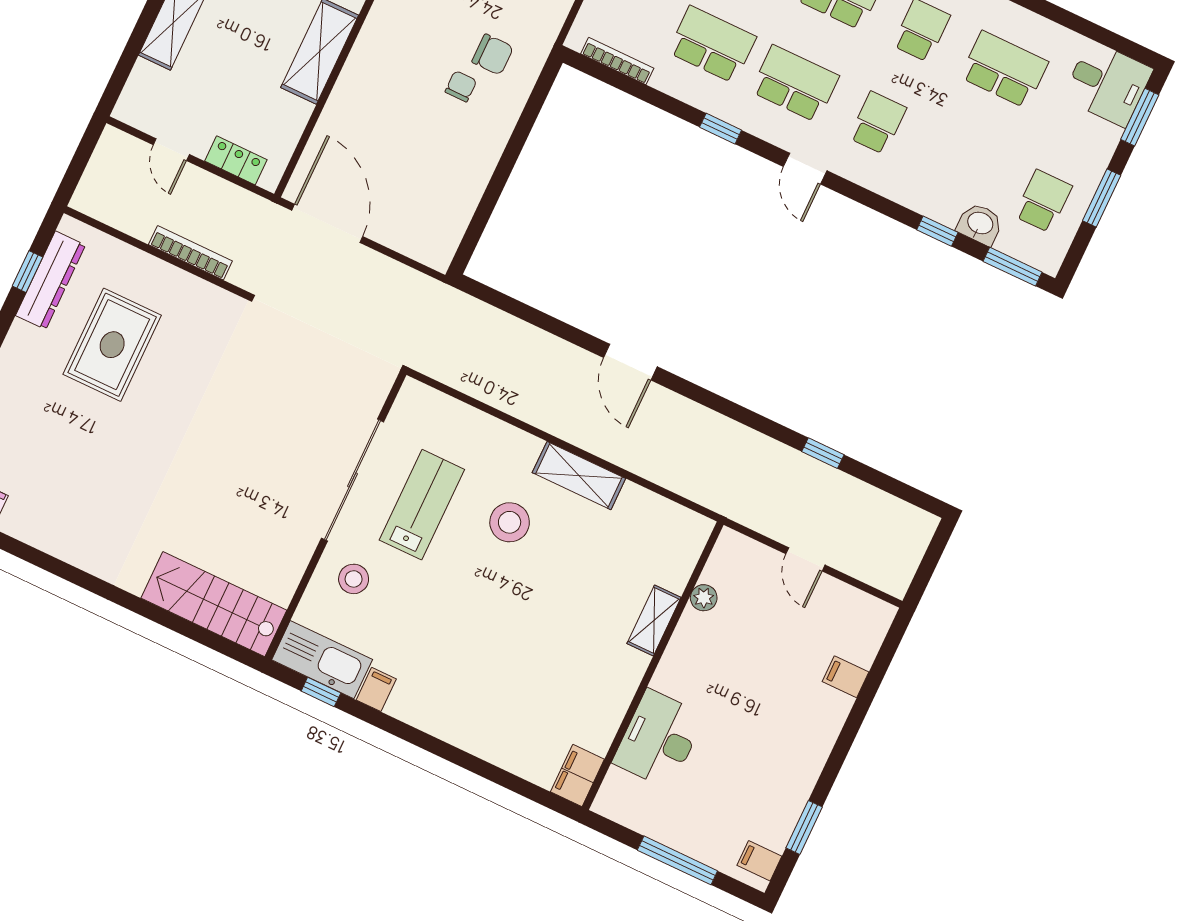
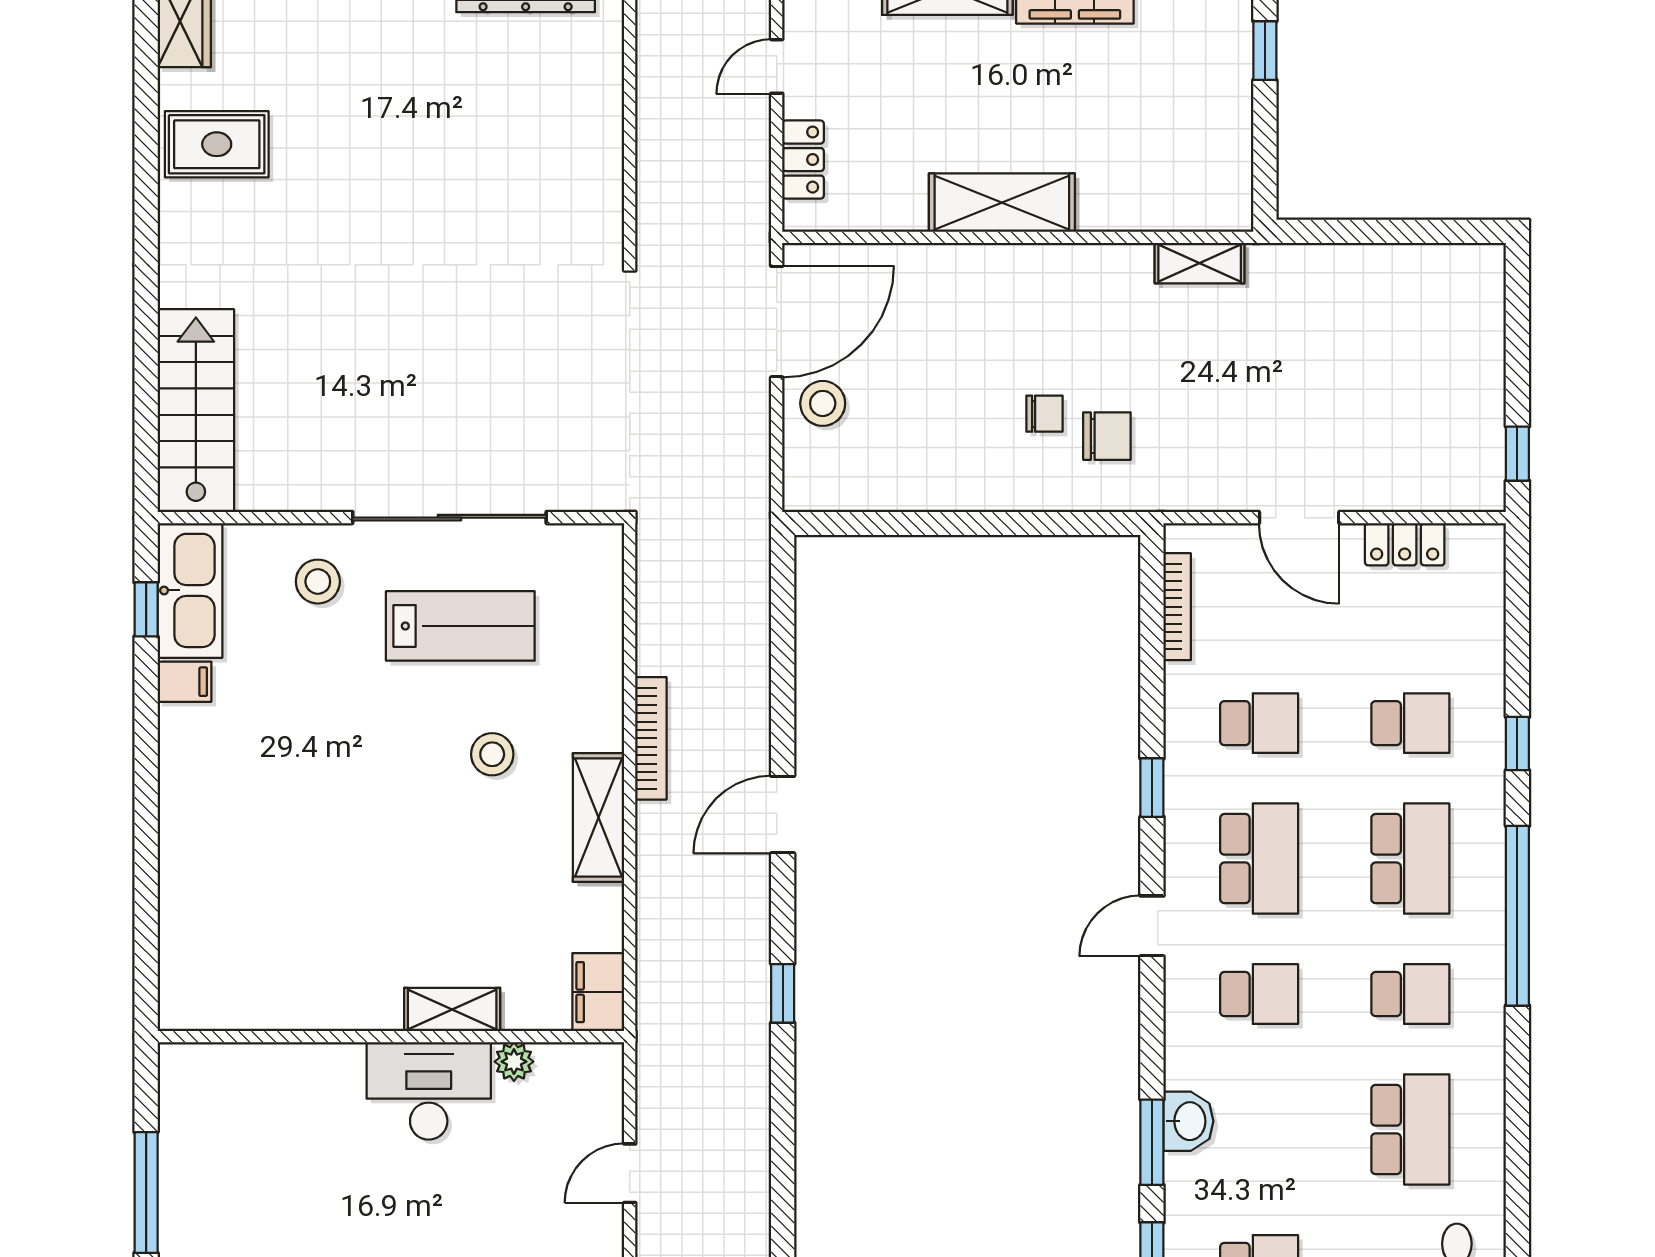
school desk: (712, 44) -> (1259, 723), width x0.54
chair: (493, 55) -> (1107, 436), turned -90
stool: (391, 219) -> (823, 403), added
washbasin: (980, 224) -> (1188, 1121), moved
window: (937, 231) -> (1152, 1142), width x1.50
bookcase: (190, 253) -> (651, 738), moved
rug: (112, 345) -> (217, 144), moved, width x0.73, depth x0.70
window: (823, 453) -> (783, 993), moved
stool: (510, 522) -> (492, 754), width x0.73, depth x0.73
desk: (659, 739) -> (429, 1091), moved
filing cabinet: (577, 776) -> (598, 992), moved, turned -90

